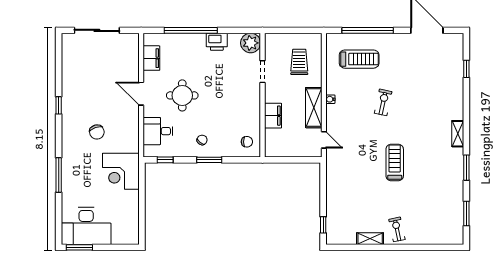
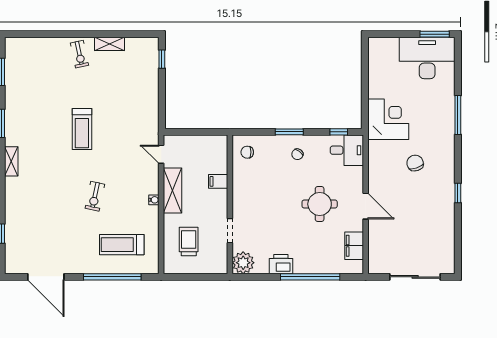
trolley: (299, 62) -> (189, 242), turned 180
filing cabinet: (273, 116) -> (218, 181), width x0.50
desk: (158, 131) -> (347, 150), moved

